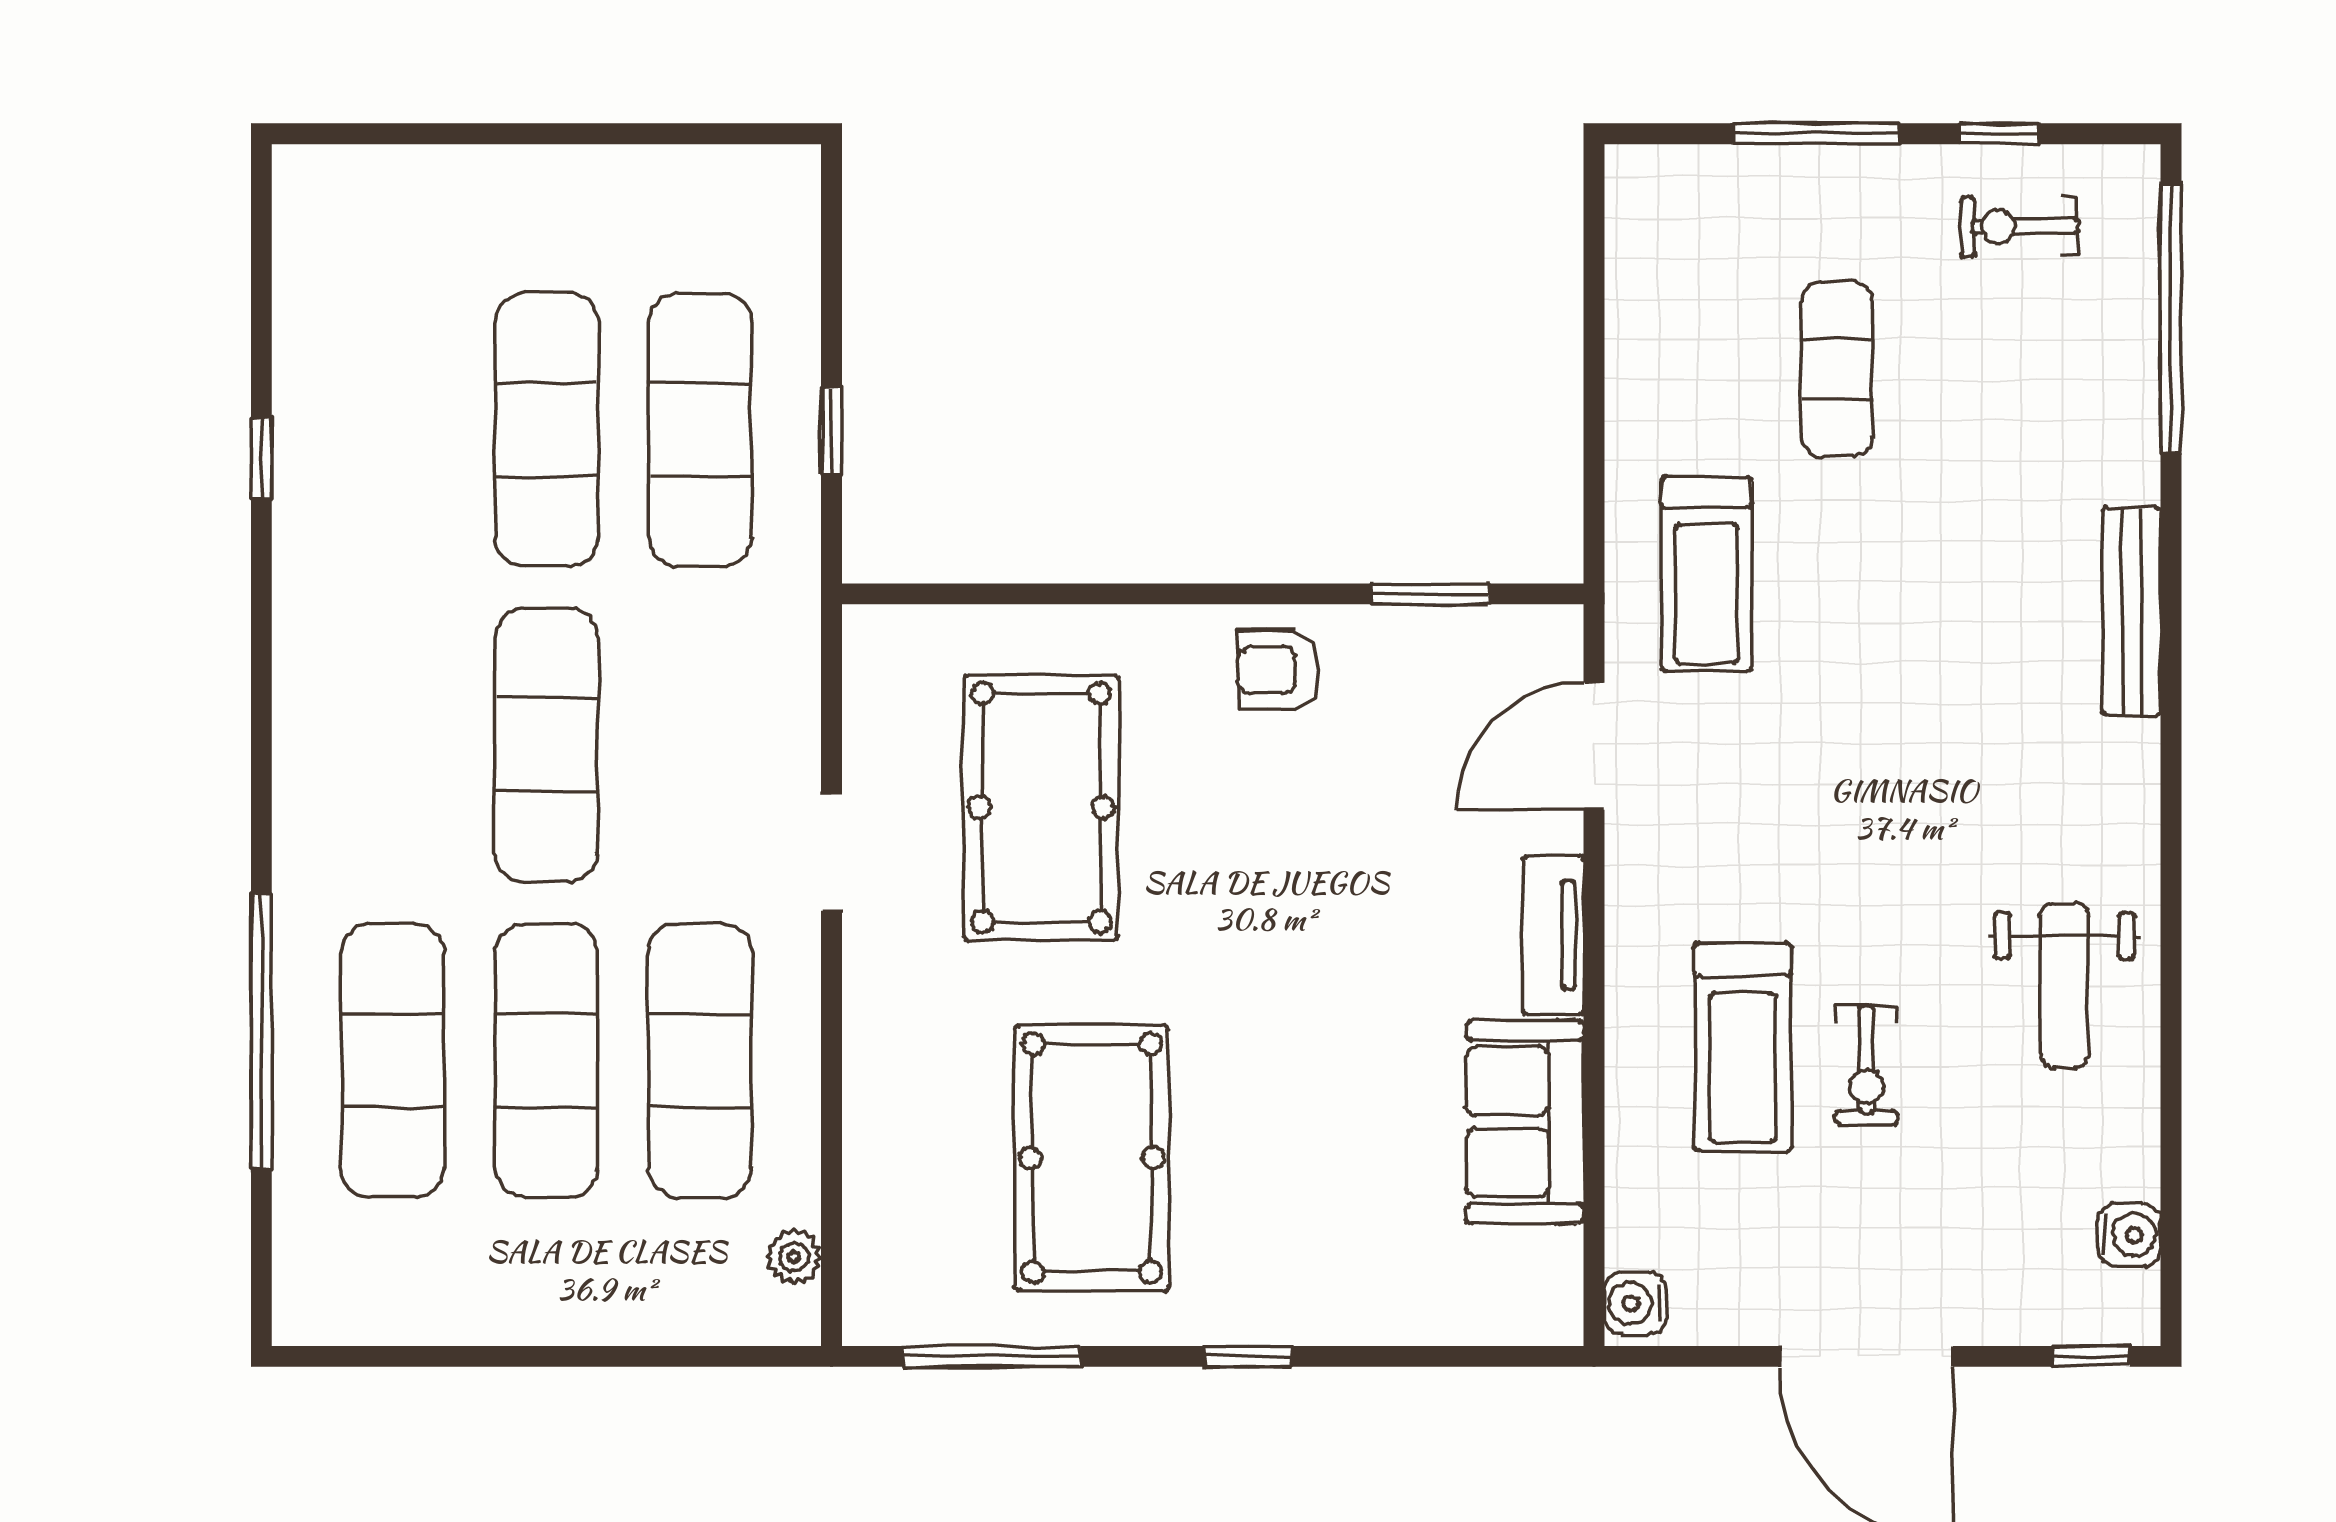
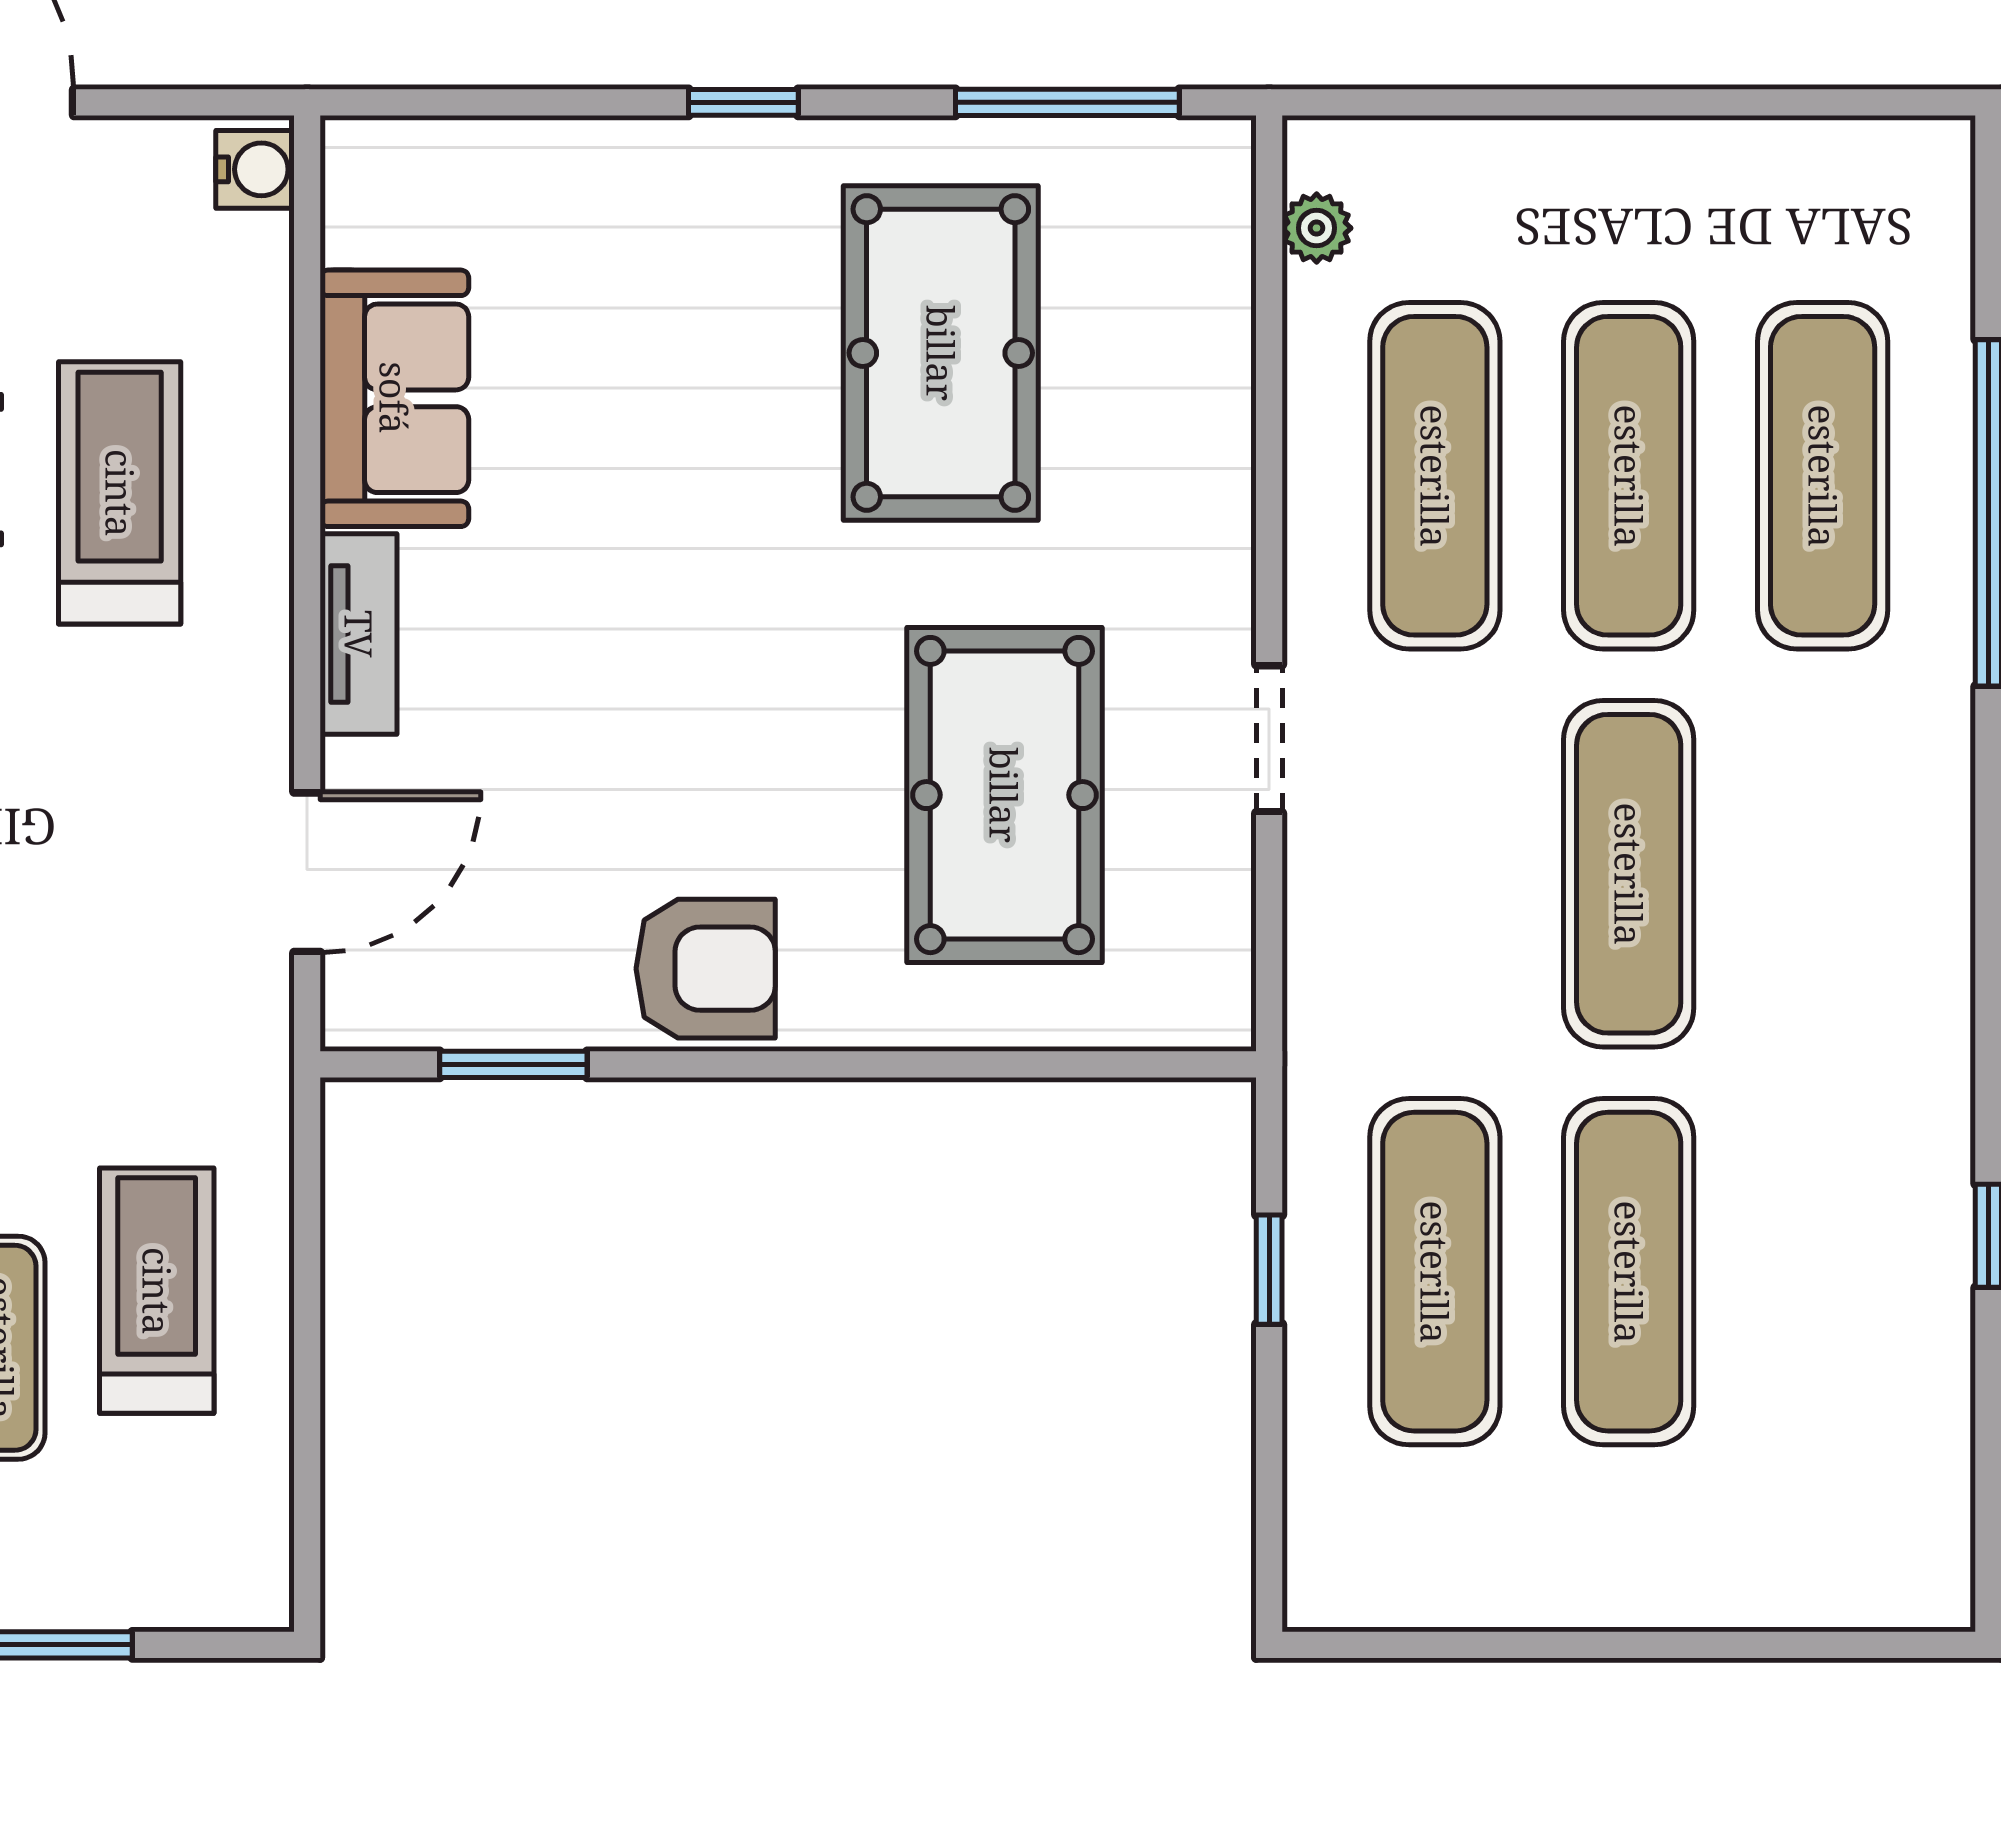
treadmill: (1706, 574) -> (157, 1291), moved
armchair: (1278, 670) -> (706, 969), width x1.38, depth x1.38

